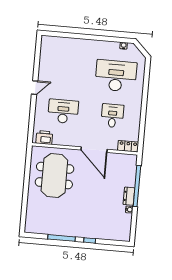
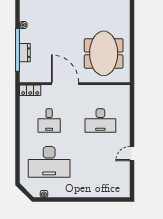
door: (35, 88) -> (132, 154), moved
printer: (44, 137) -> (118, 92), removed
dresser: (129, 196) -> (25, 53), moved

